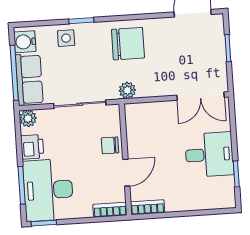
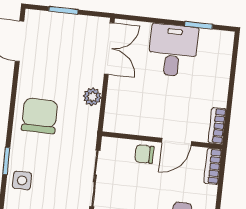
plant: (127, 90) -> (92, 97), moved
chair: (110, 145) -> (144, 154), turned 90
door: (126, 173) -> (176, 142), swing flipped

